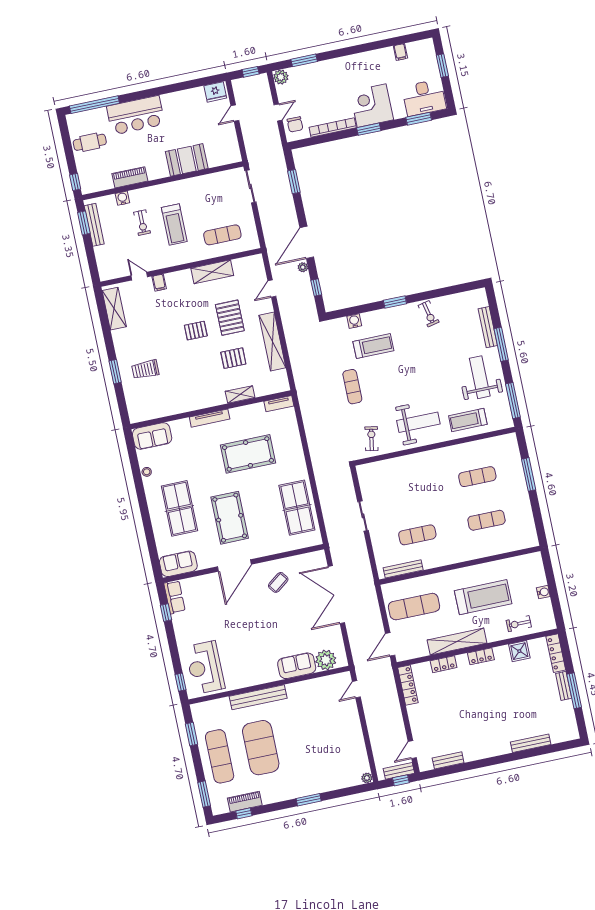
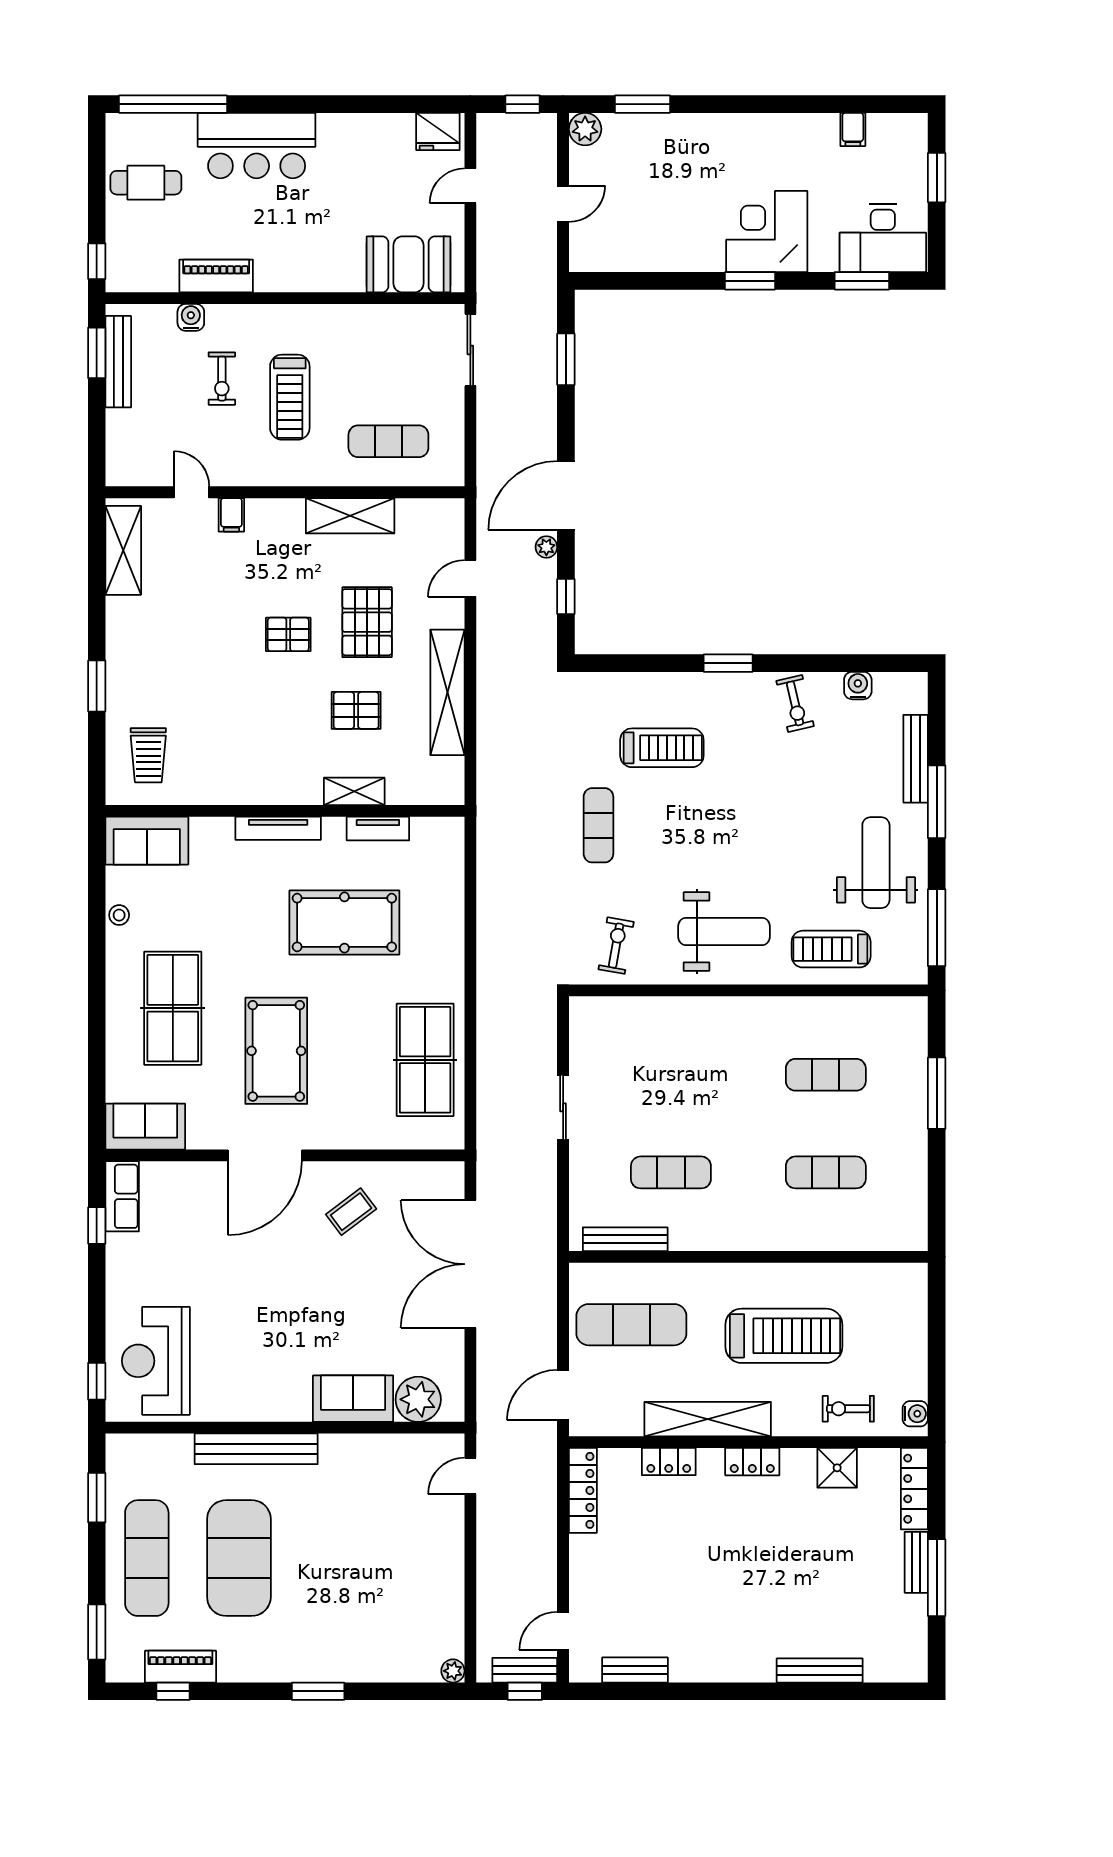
chair: (295, 124) -> (594, 237), removed
bookcase: (333, 127) -> (674, 261), removed
booth: (187, 160) -> (408, 264), moved
water cooler: (354, 321) -> (858, 686), moved
trolley: (145, 369) -> (148, 755), moved, turned -90
tv unit: (279, 404) -> (378, 829), moved
water cooler: (543, 592) -> (915, 1414), moved

